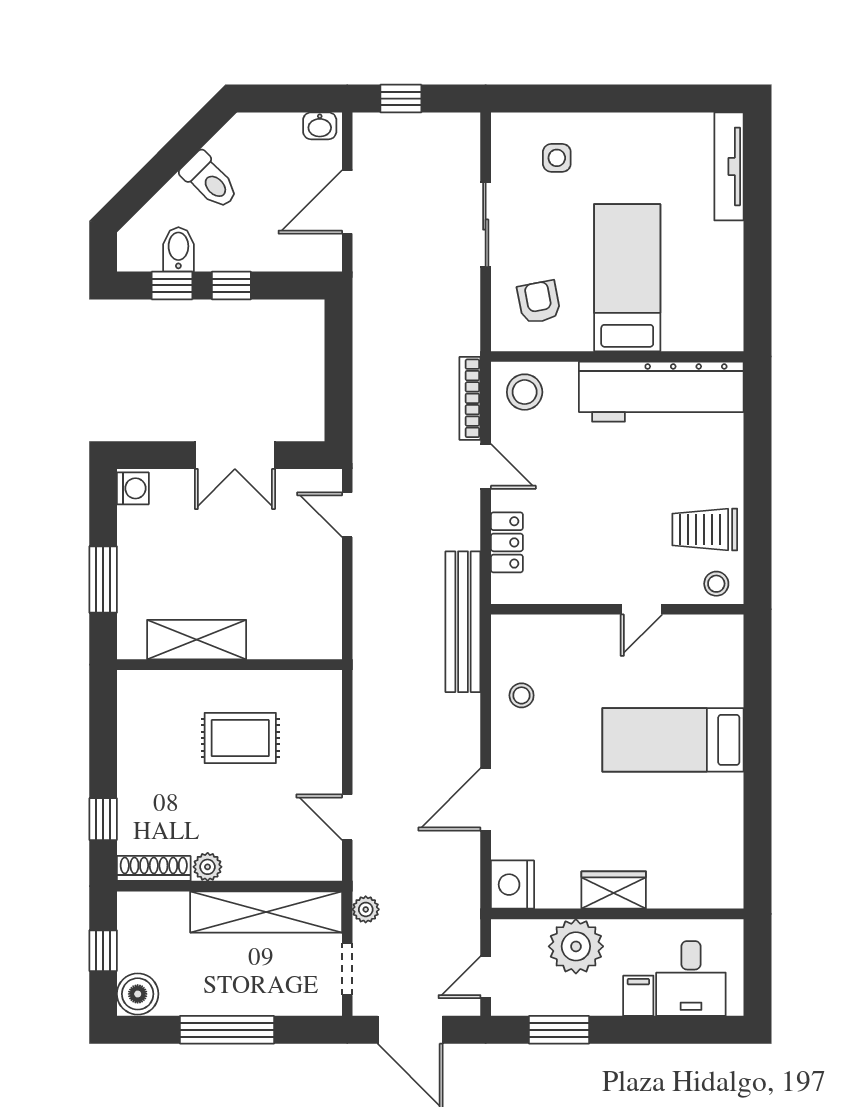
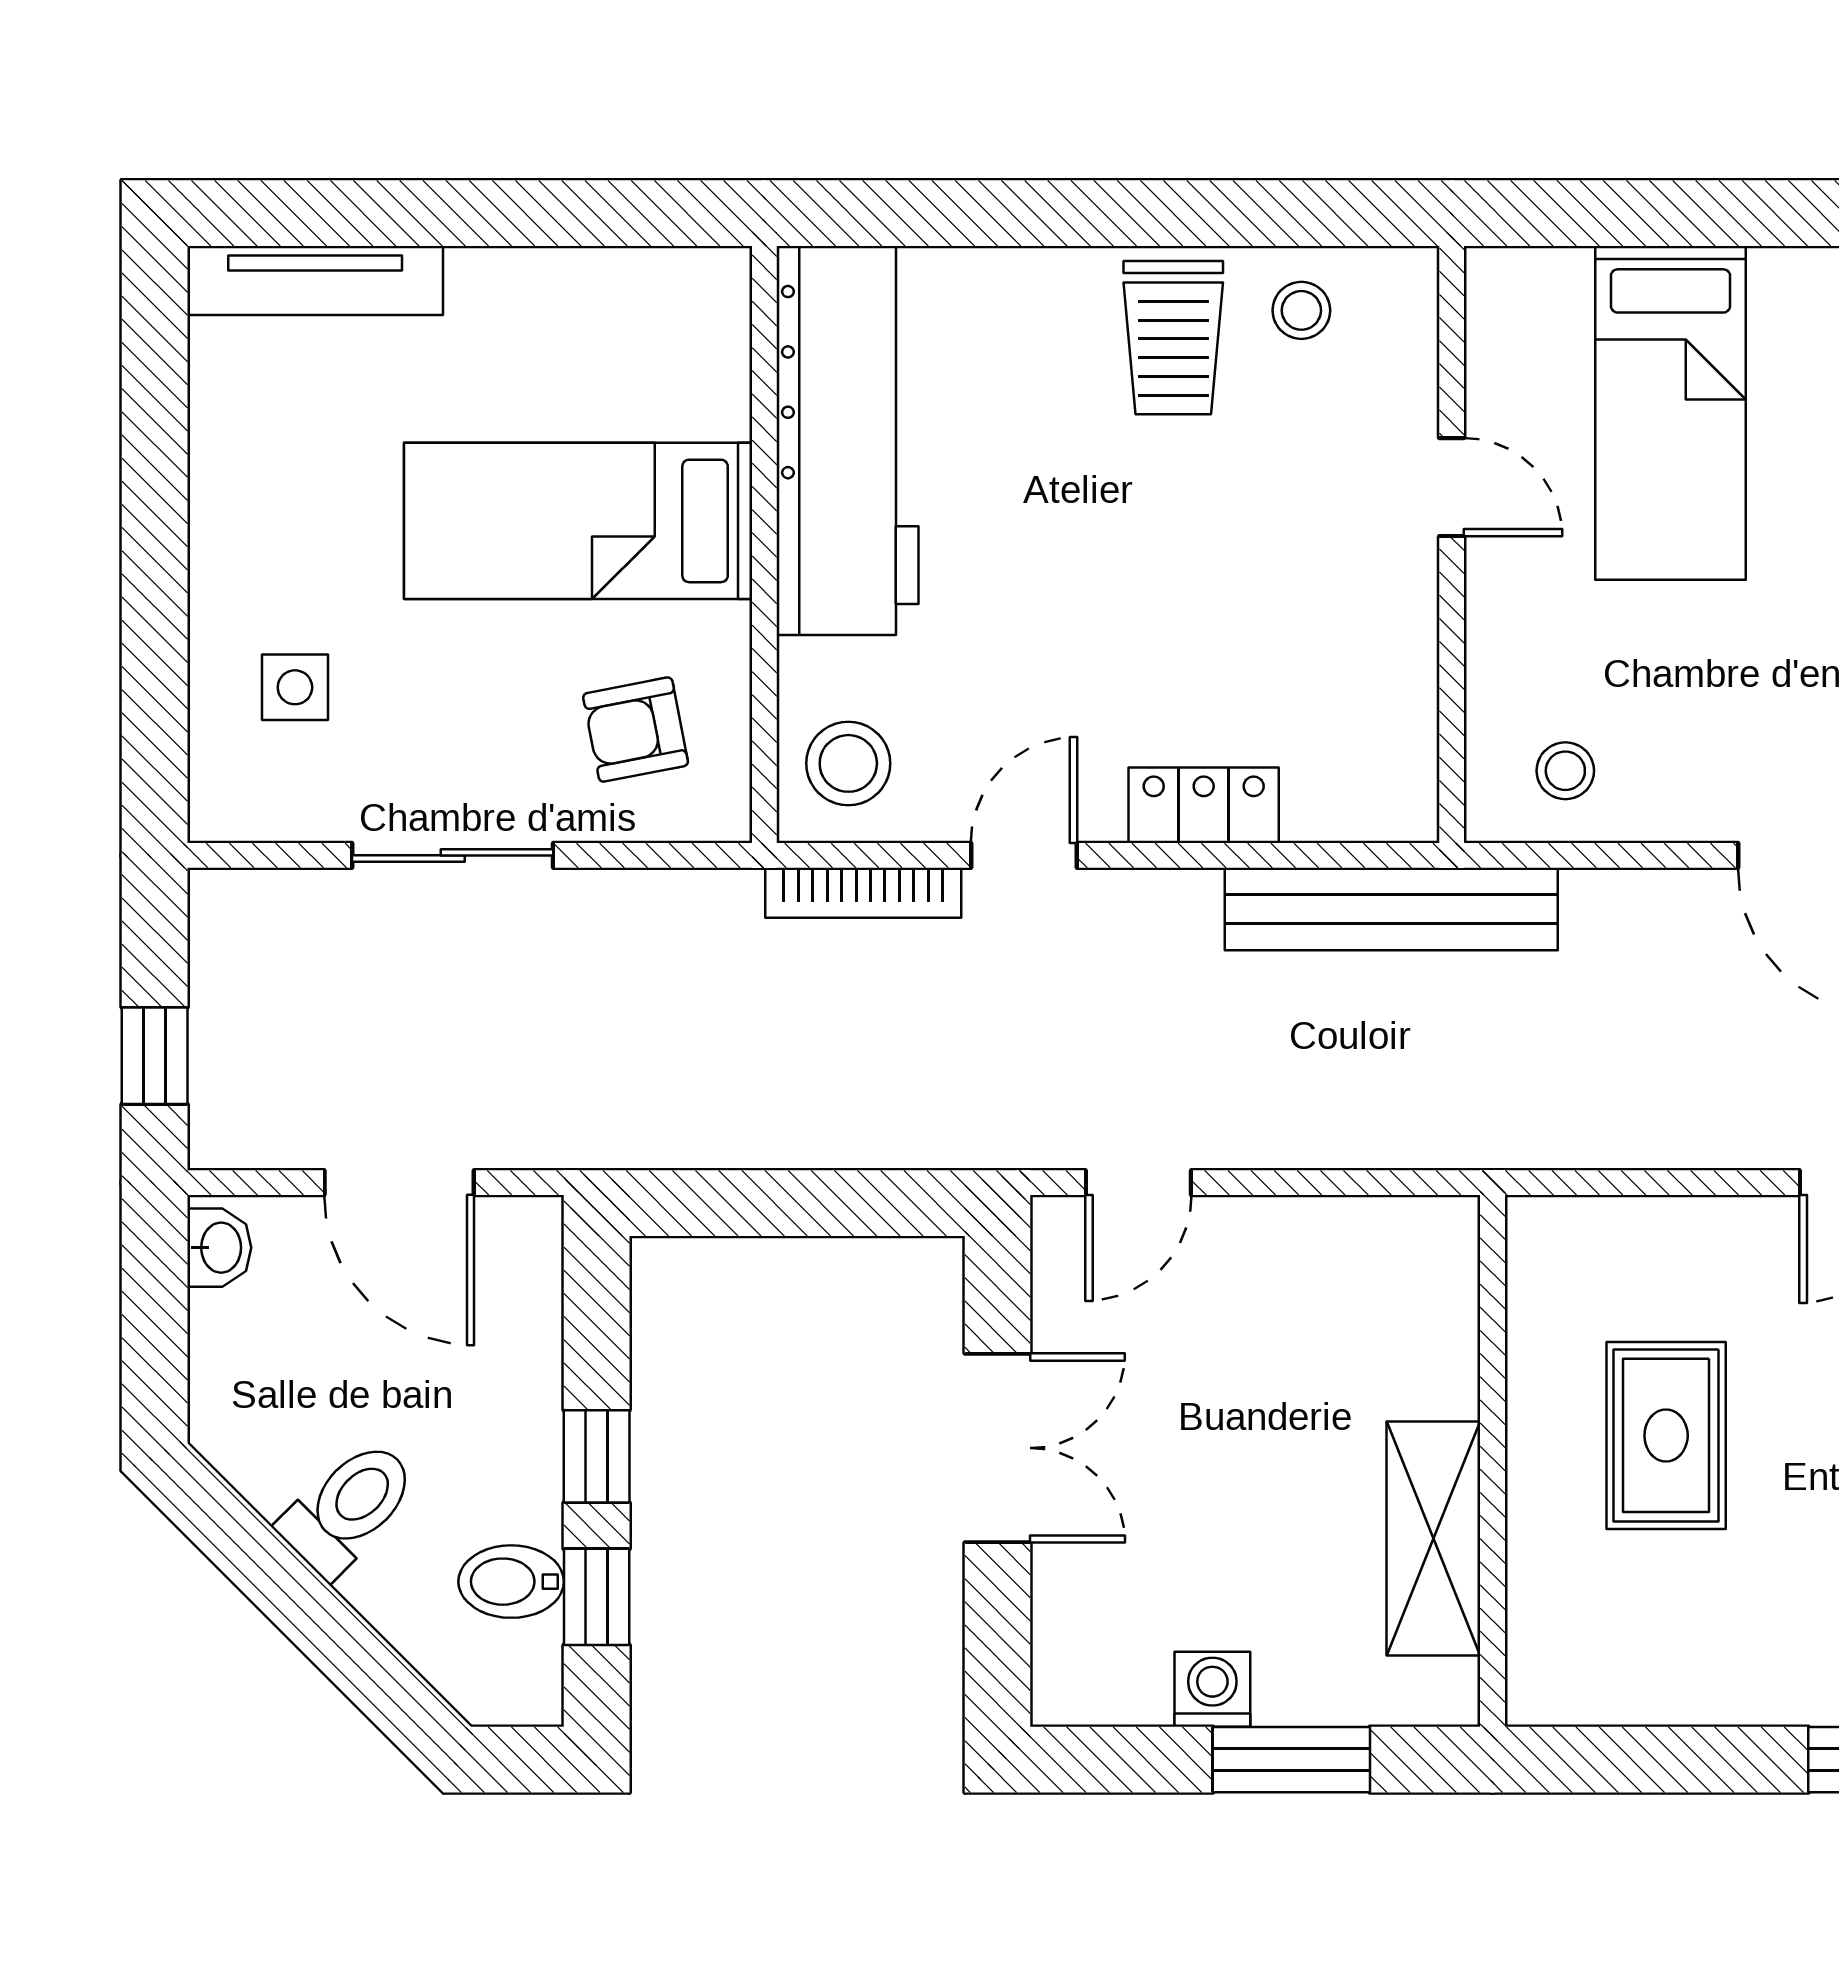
washing machine: (133, 488) -> (1212, 1689), moved
wall: (617, 609) -> (1452, 544), moved
door: (642, 609) -> (1452, 487), moved

